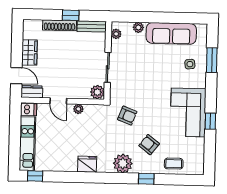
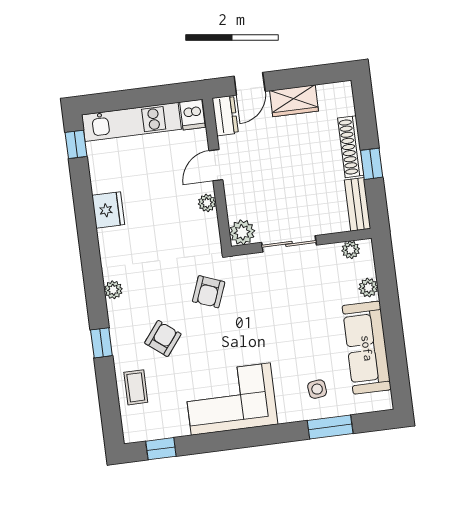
window: (210, 121) -> (161, 449), moved
plant: (123, 163) -> (113, 290), width x0.53, depth x0.53
fridge: (87, 164) -> (108, 210), moved

